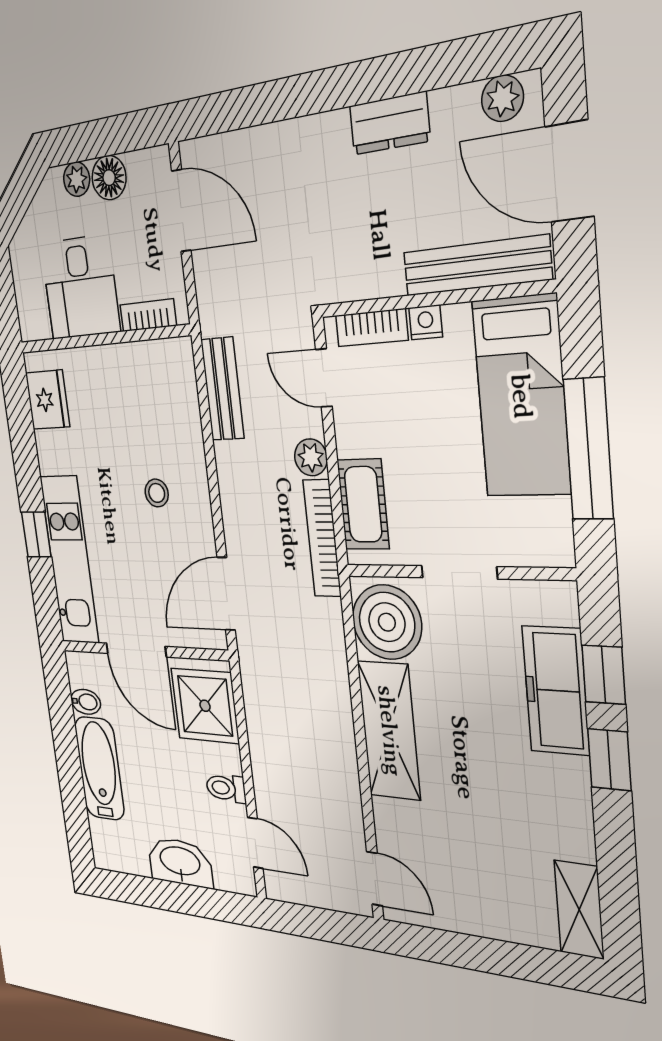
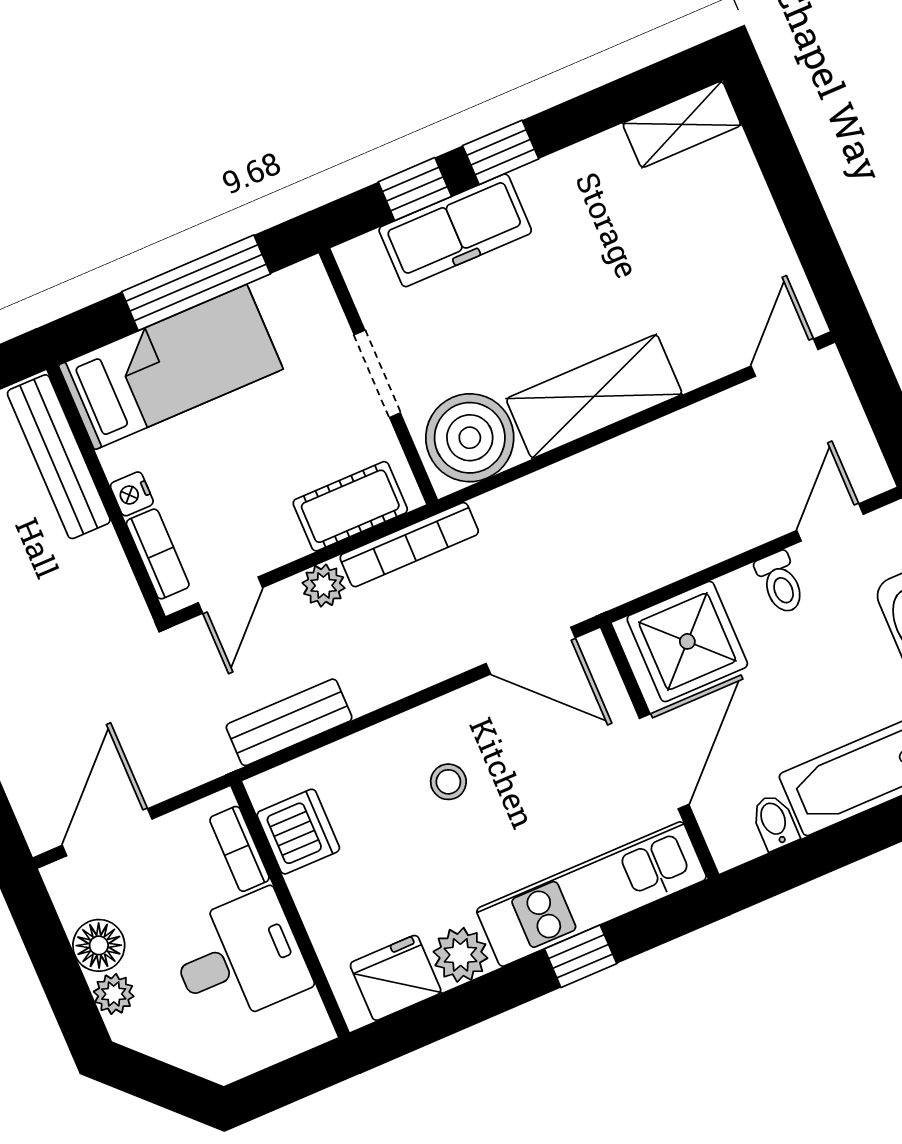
dishwasher: (150, 366) -> (298, 832), added
plant: (52, 452) -> (460, 955), added

